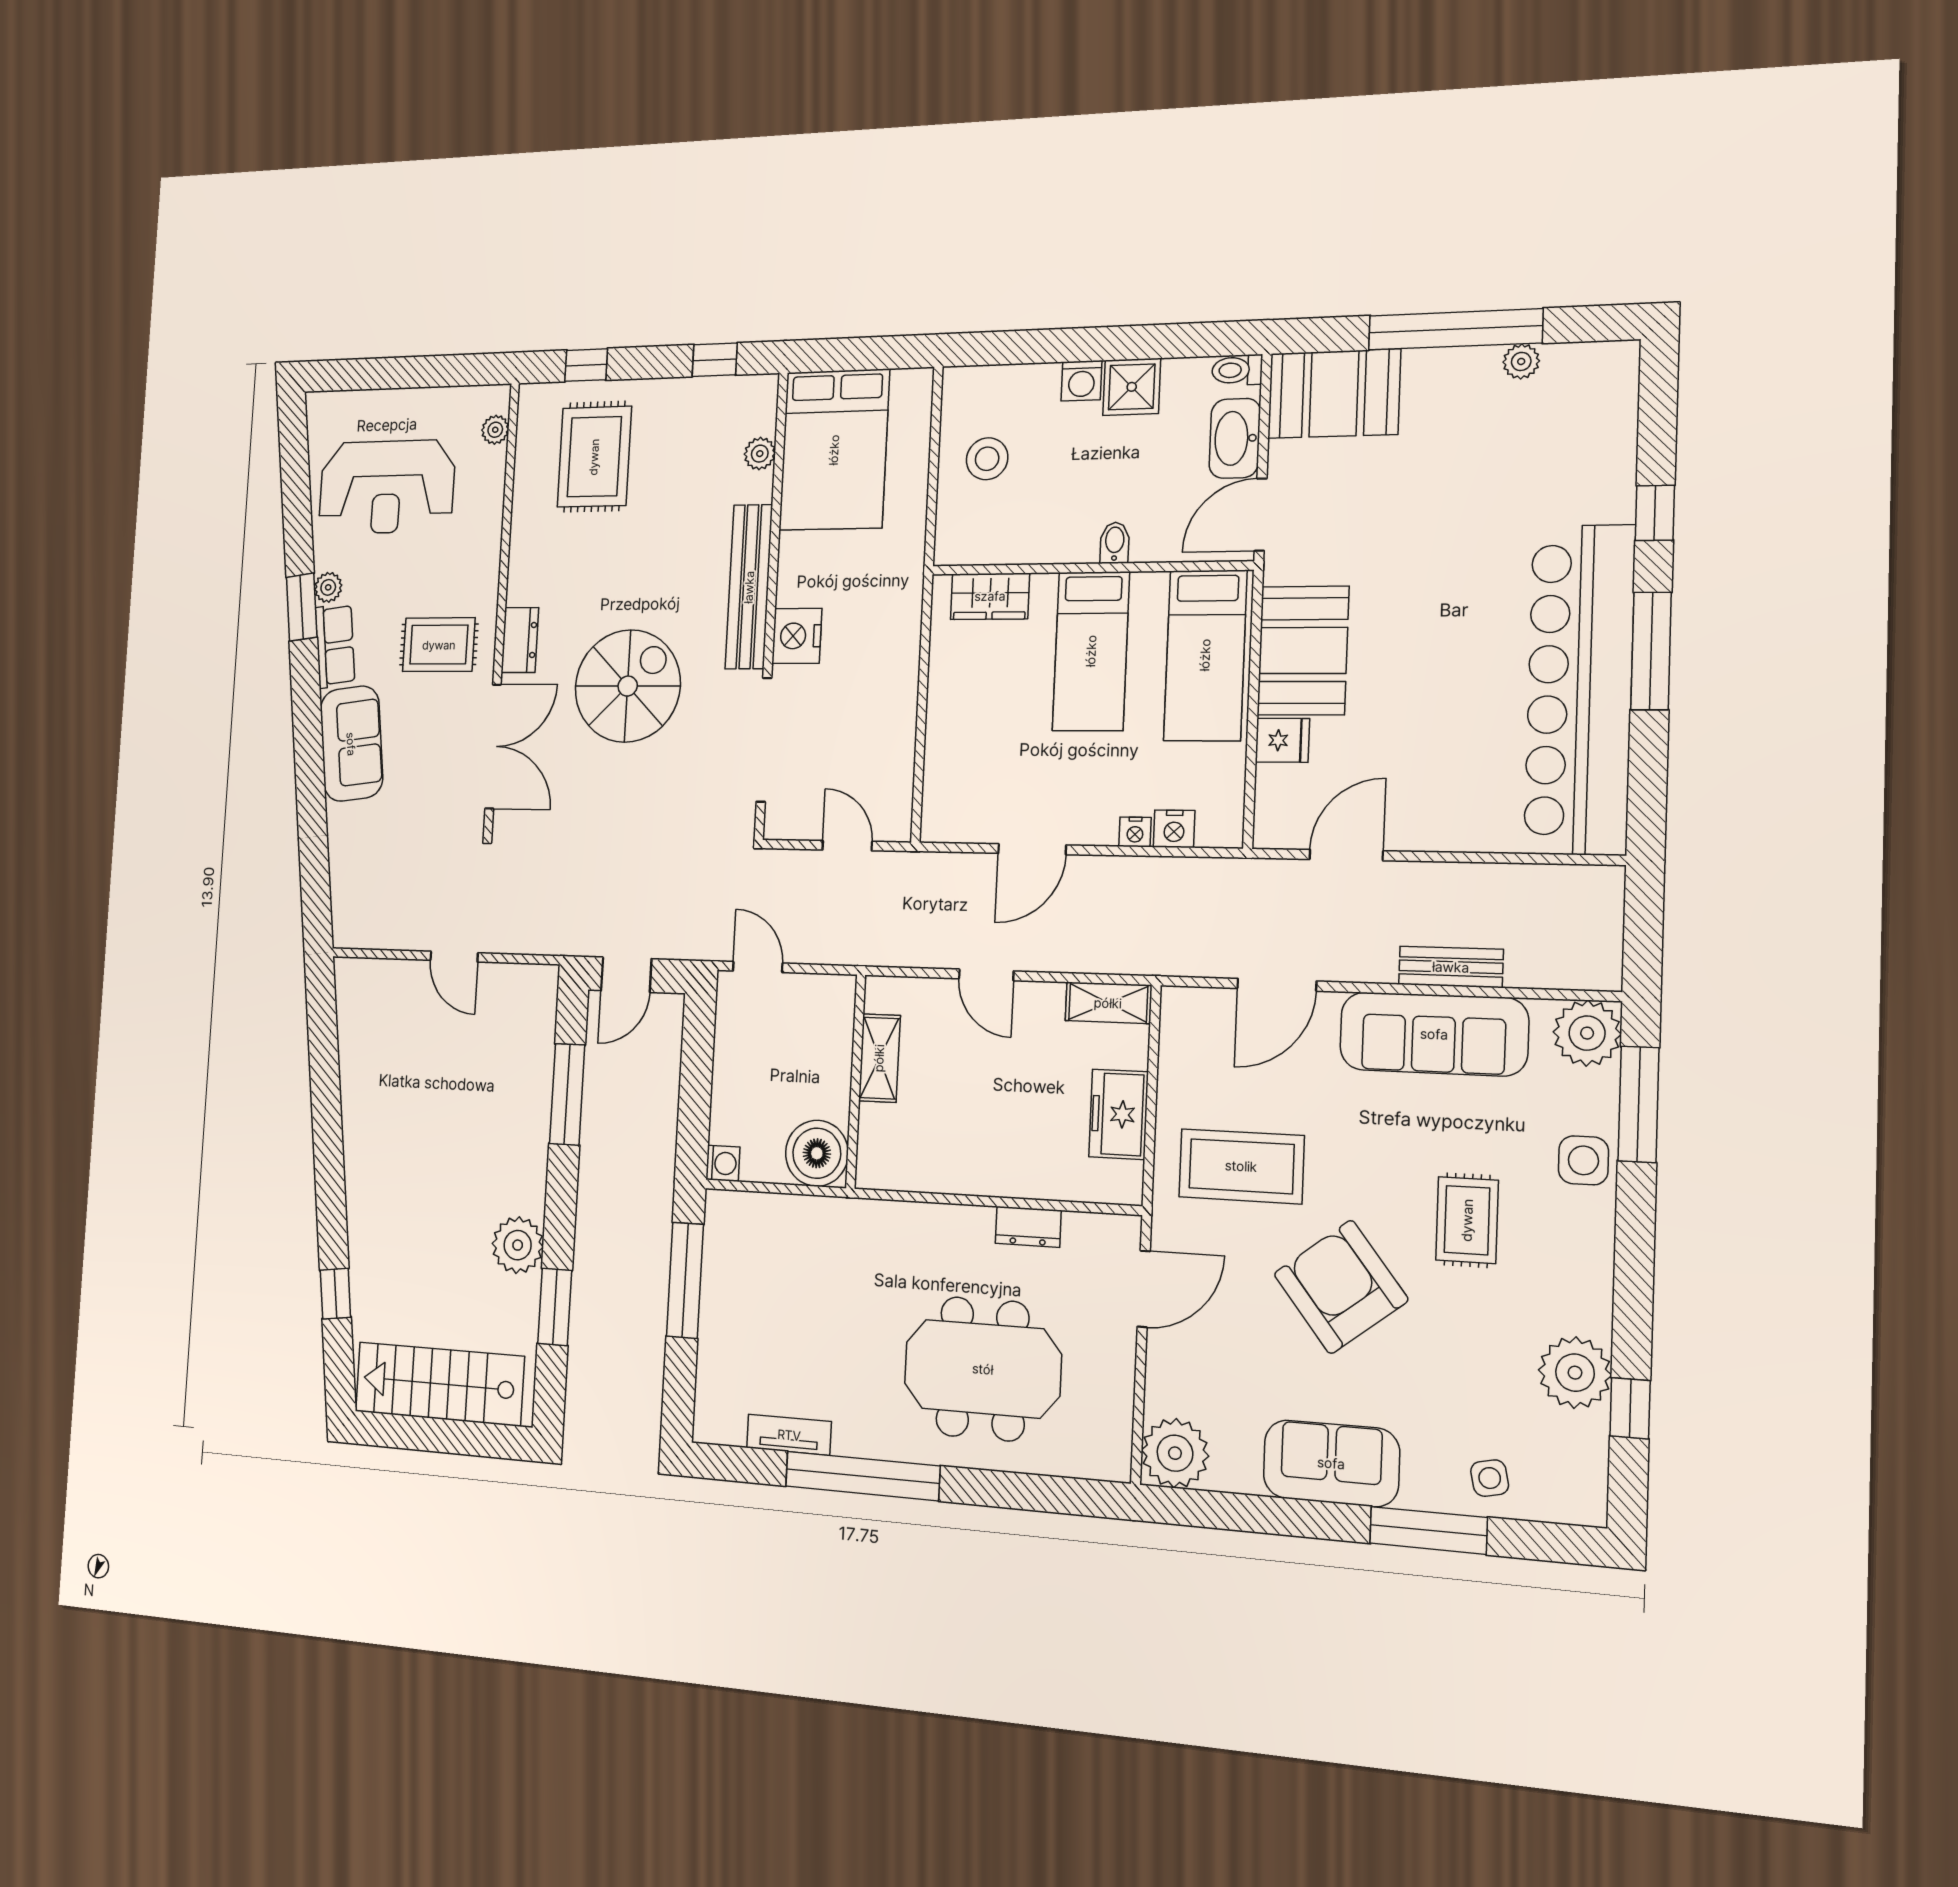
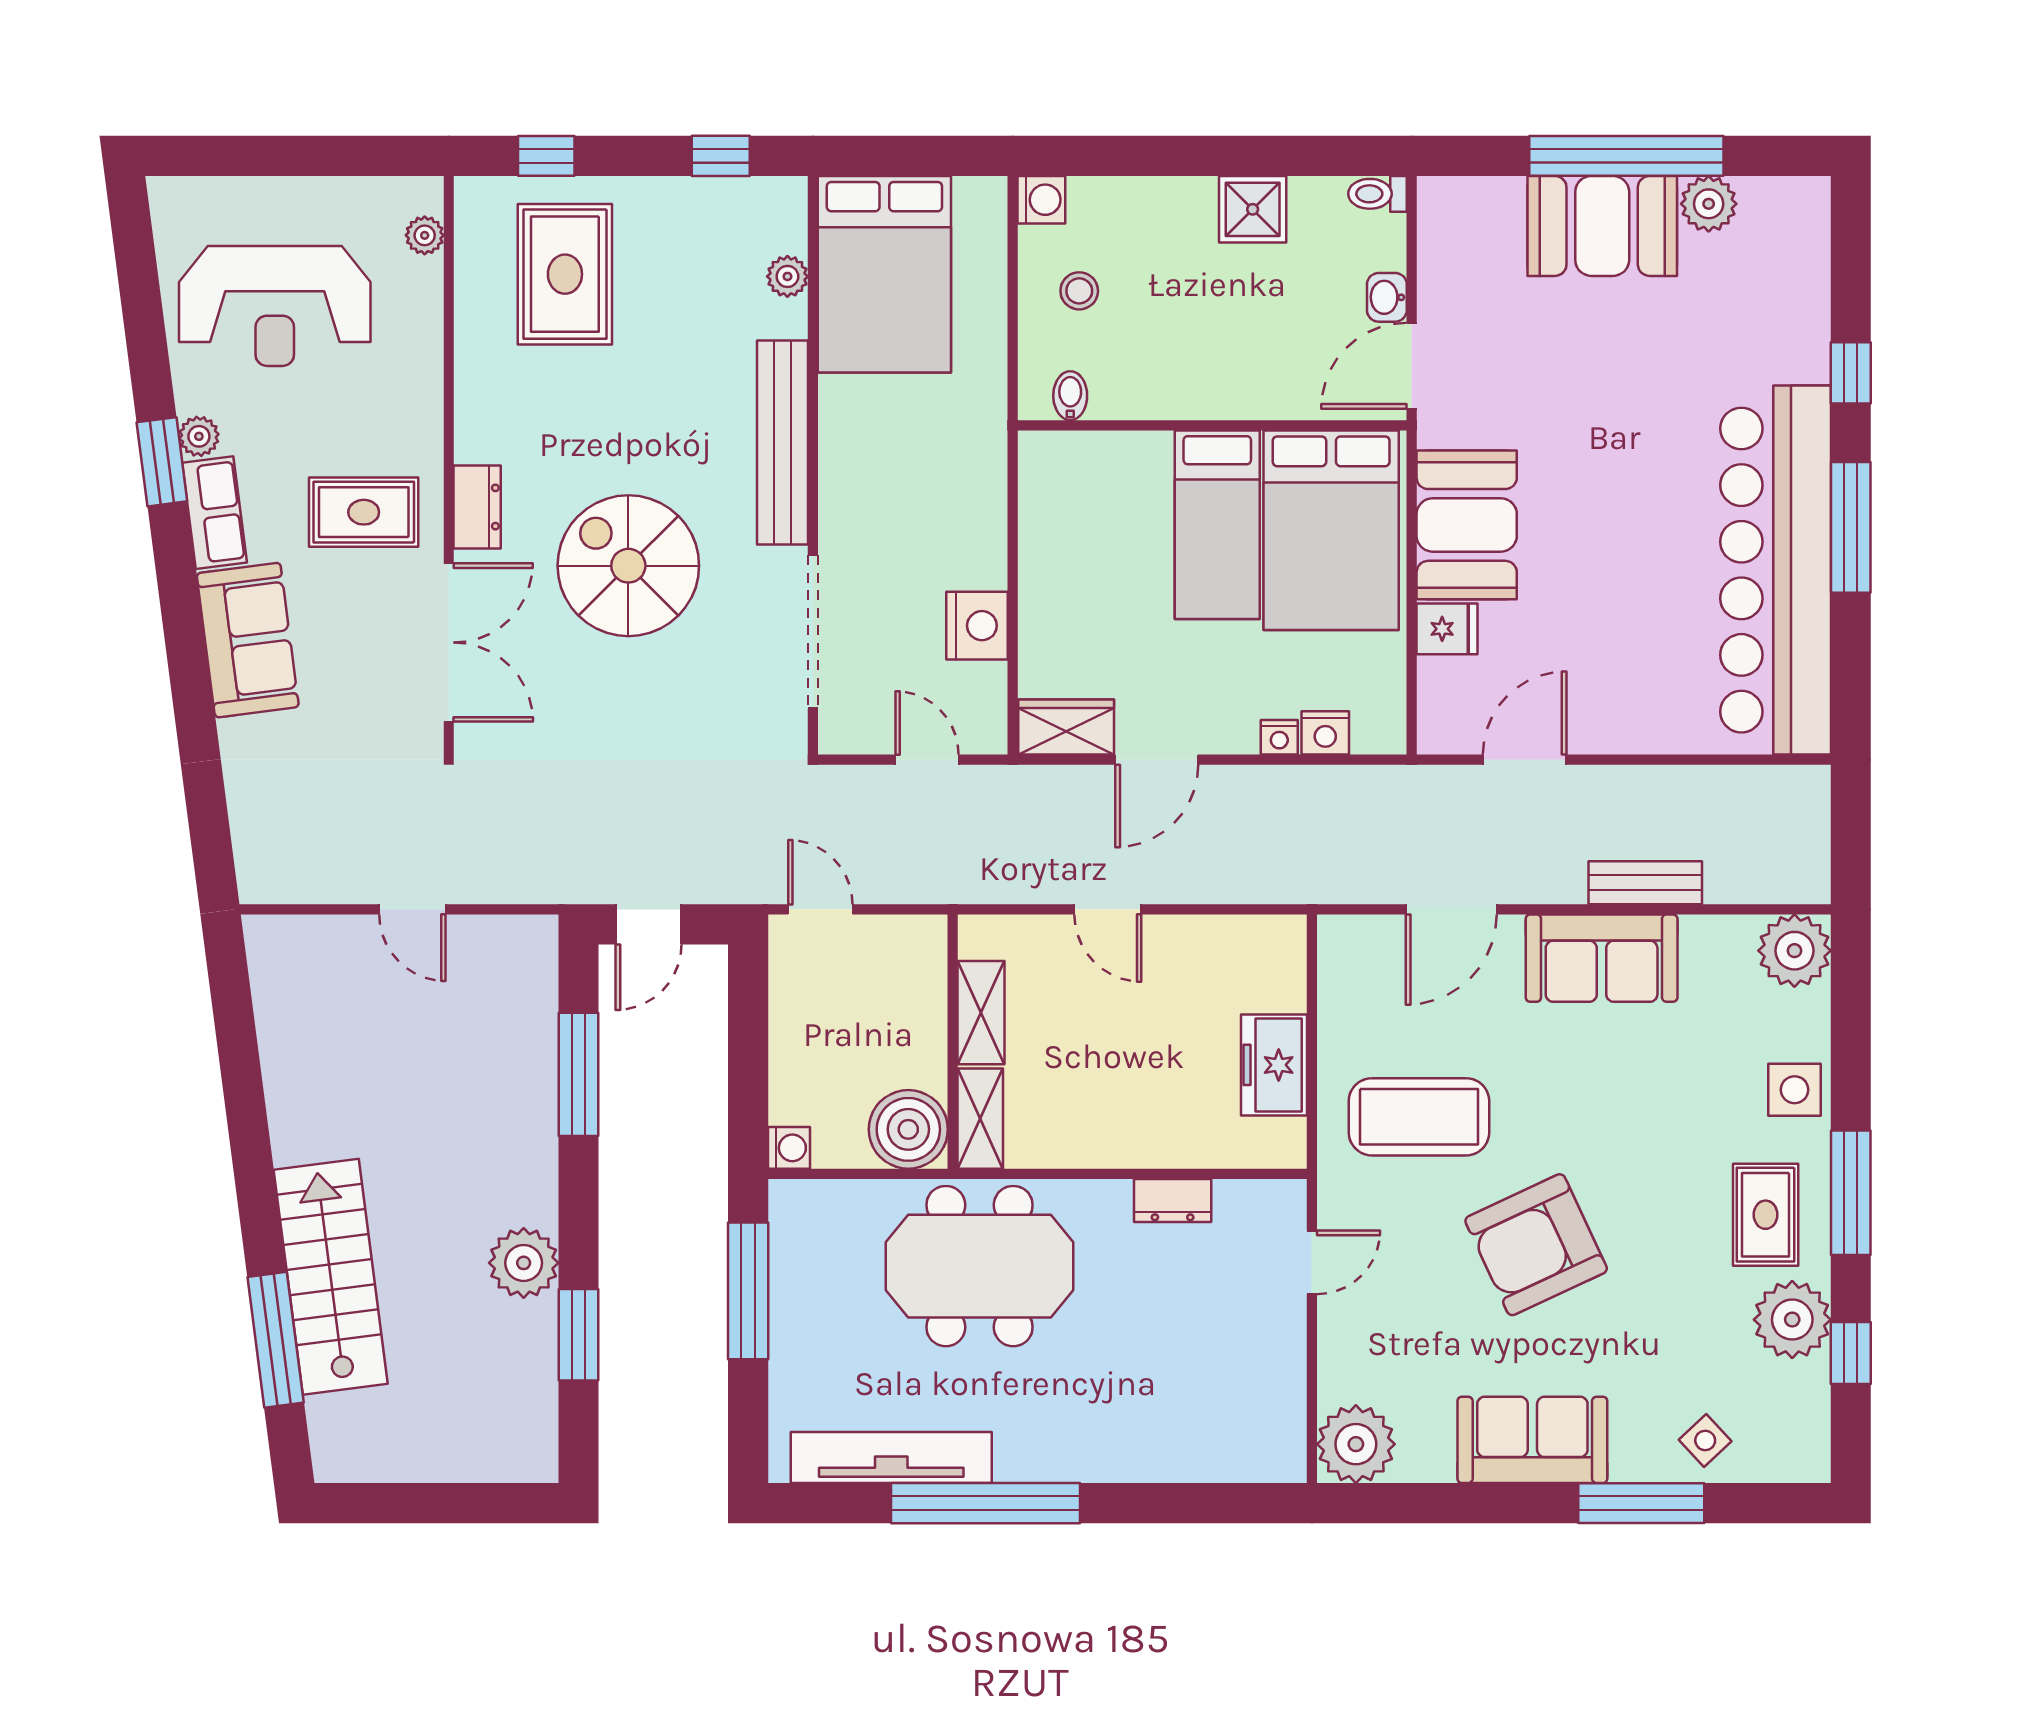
plant: (1521, 361) -> (1709, 204), width x1.38, depth x1.38
washing machine: (1082, 381) -> (1041, 200), moved, turned -90
booth: (1334, 394) -> (1602, 226), moved
washbasin: (1235, 438) -> (1387, 297), width x0.52, depth x0.69
stool: (987, 459) -> (1079, 291), width x0.73, depth x0.73
bidet: (1115, 543) -> (1070, 396), moved
wardrobe: (990, 596) -> (1066, 727), moved, turned 180
nightstand: (797, 636) -> (977, 626), moved, turned 180
bed: (1205, 655) -> (1331, 530), width x1.50
spiral stairs: (628, 686) -> (628, 566), turned -90
shelving: (1108, 1003) -> (980, 1119), moved, turned 90
sofa: (1434, 1034) -> (1602, 958), width x0.73
window: (1638, 1104) -> (1851, 1193), moved
rug: (1467, 1220) -> (1766, 1215), moved
armchair: (1341, 1287) -> (1536, 1245), turned -77
door: (1144, 1289) -> (1312, 1262), width x0.73
window: (335, 1294) -> (276, 1340), width x2.17
meeting table: (983, 1369) -> (980, 1266), moved
stairs: (439, 1384) -> (331, 1277), moved, turned 83
tv unit: (789, 1435) -> (891, 1457), width x1.92, depth x1.29
side table: (1490, 1478) -> (1705, 1441), turned -31

